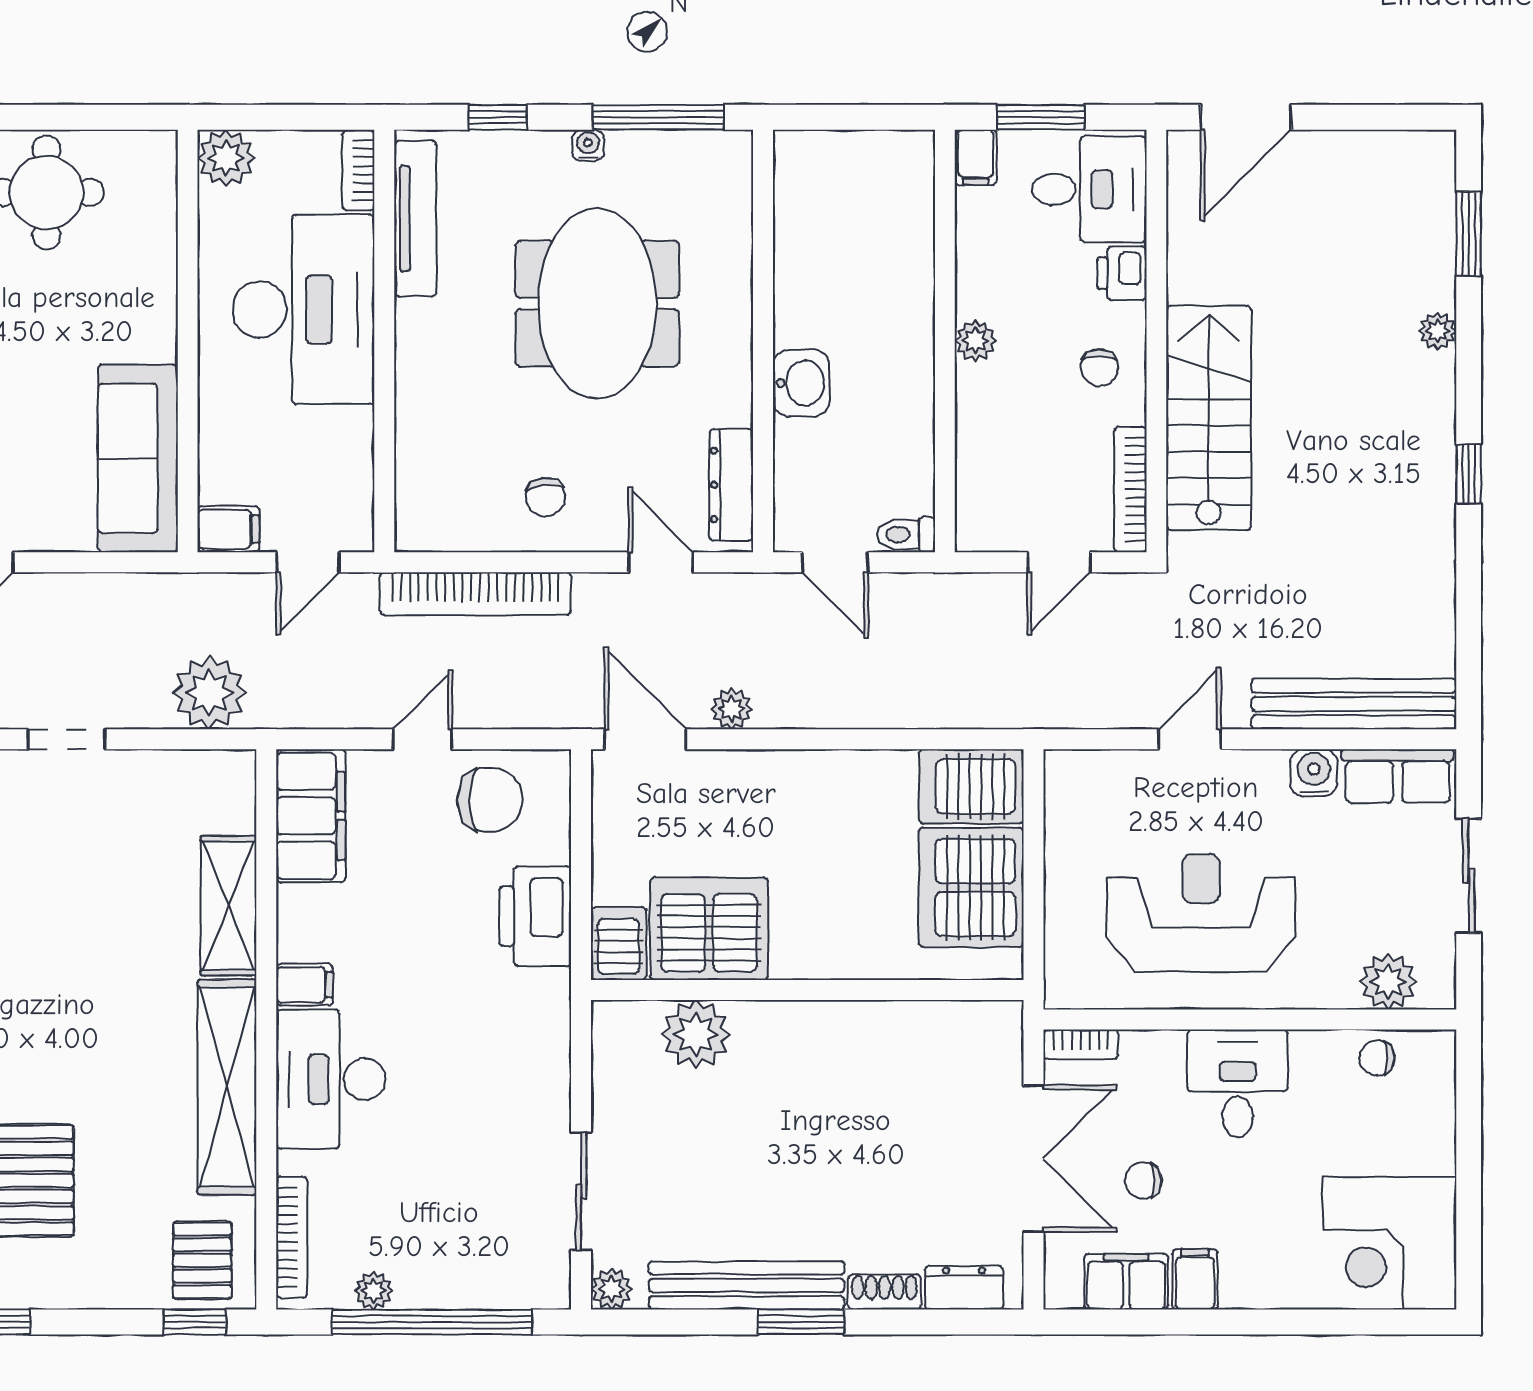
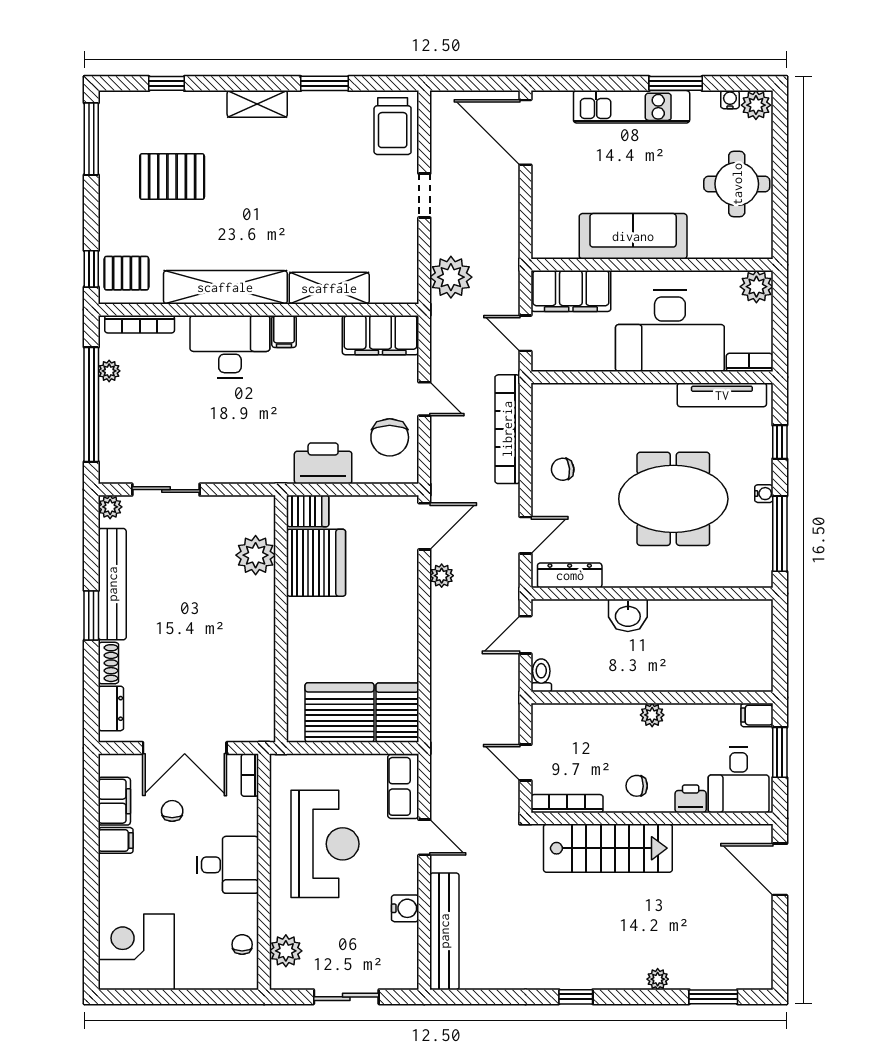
sofa: (138, 458) -> (633, 236), moved
filing cabinet: (228, 529) -> (571, 291), width x3.00, depth x1.17
row of seats: (1398, 776) -> (403, 786), moved

